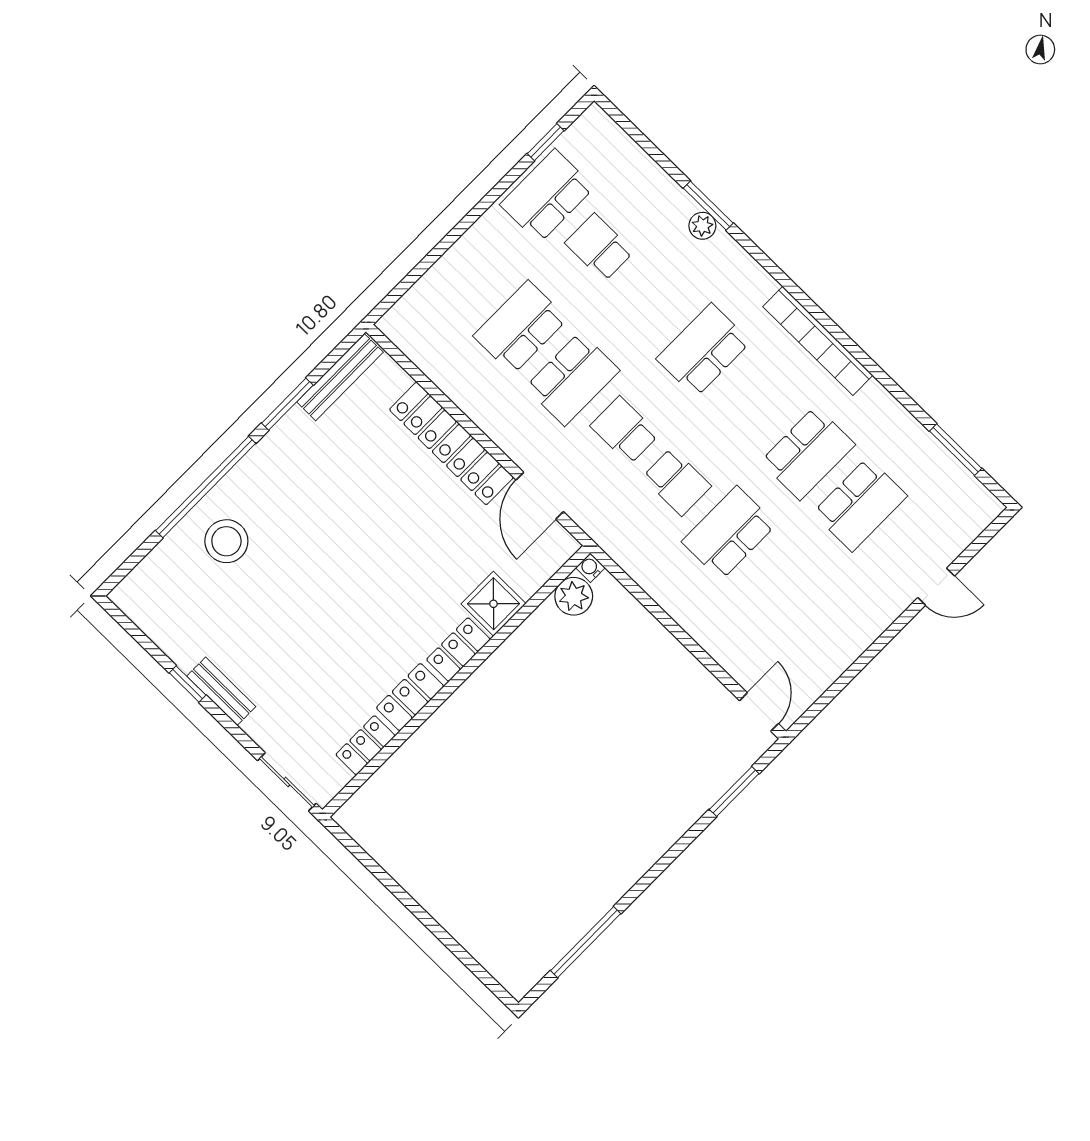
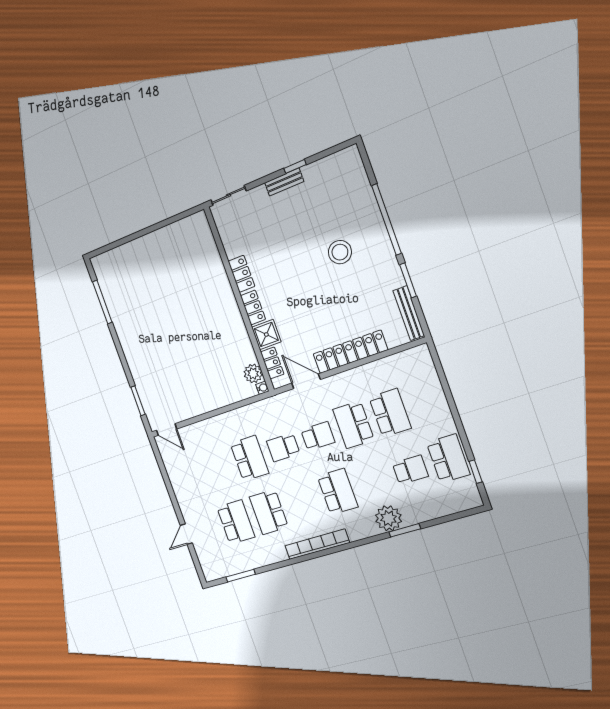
plant: (702, 226) -> (388, 518), width x1.88, depth x1.88
school desk: (860, 504) -> (236, 522), turned 180
stool: (226, 541) -> (340, 252), moved
locker: (365, 745) -> (272, 363), moved

